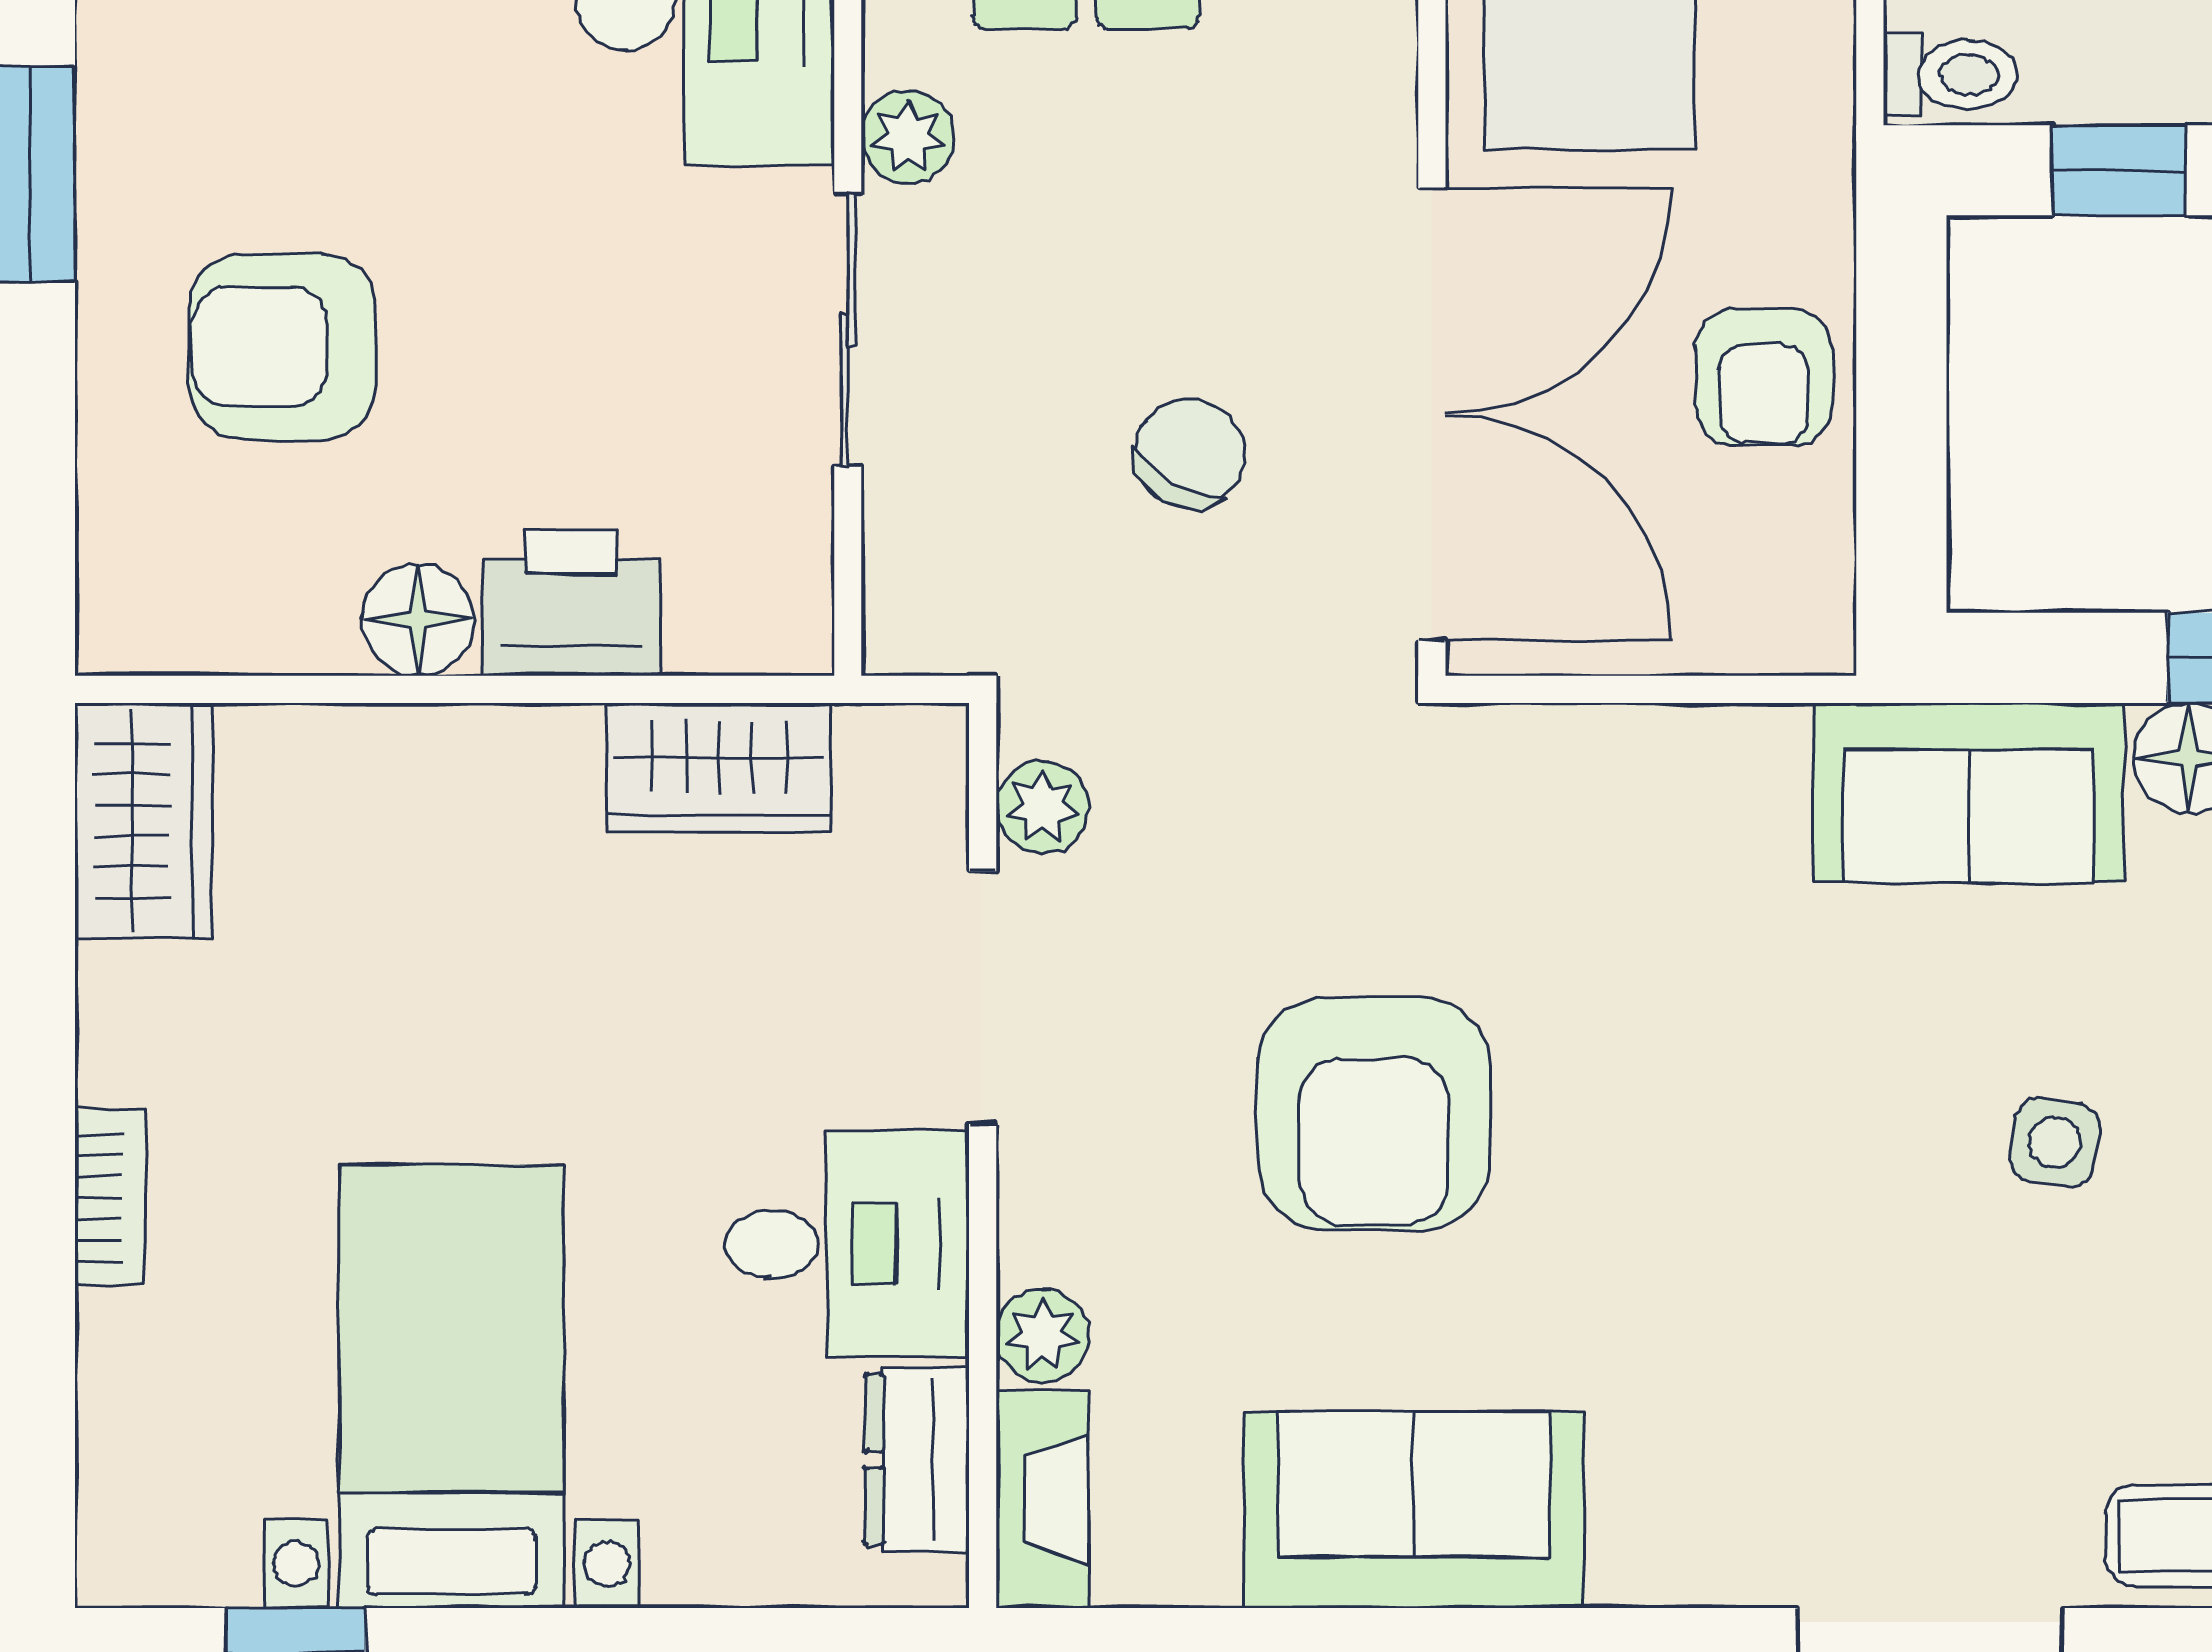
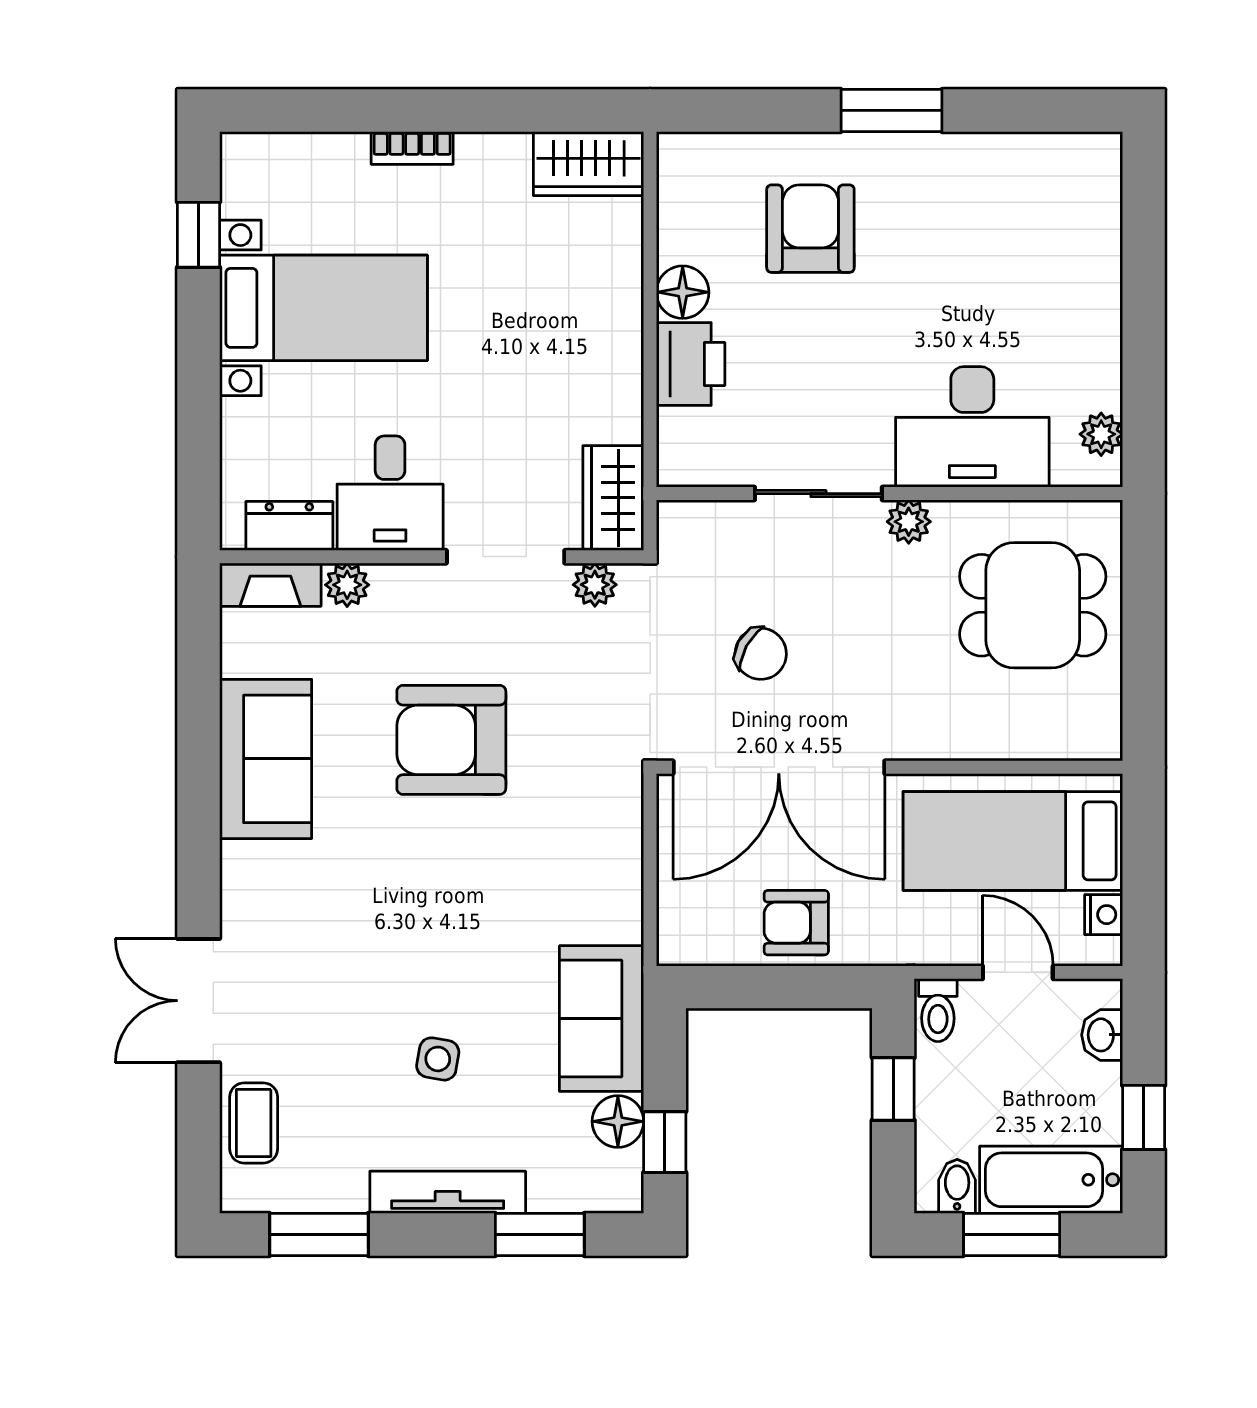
wardrobe: (719, 768) -> (613, 498), moved

